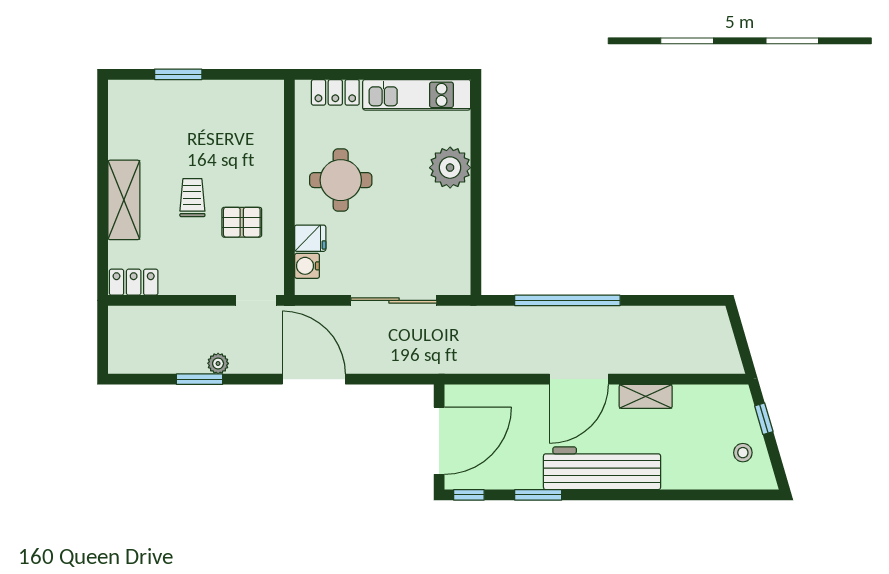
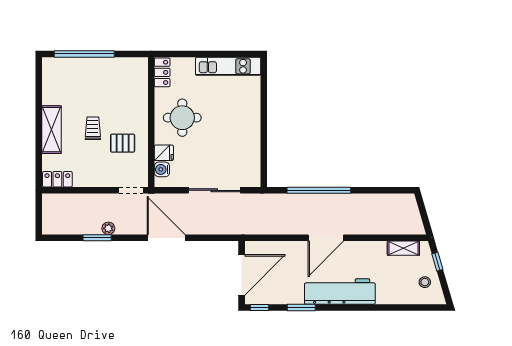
window: (178, 74) -> (84, 54), width x2.11
locker: (335, 92) -> (162, 72), moved, turned -90
plant: (450, 168) -> (248, 110), removed
shelving: (646, 396) -> (403, 248), moved

